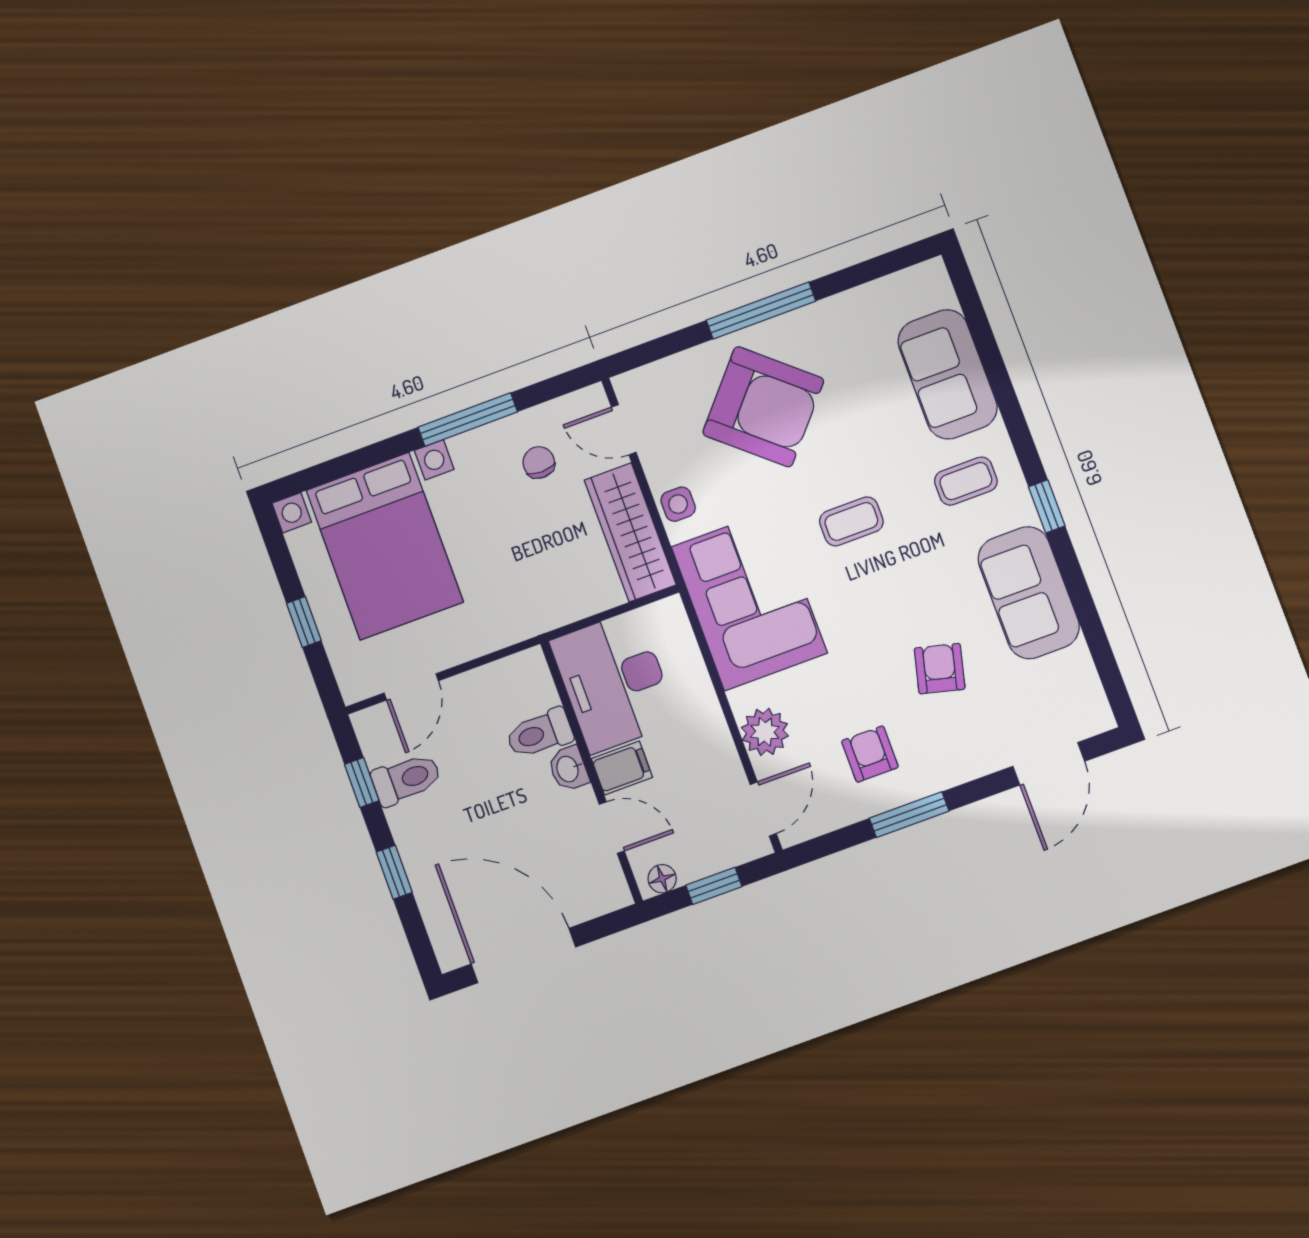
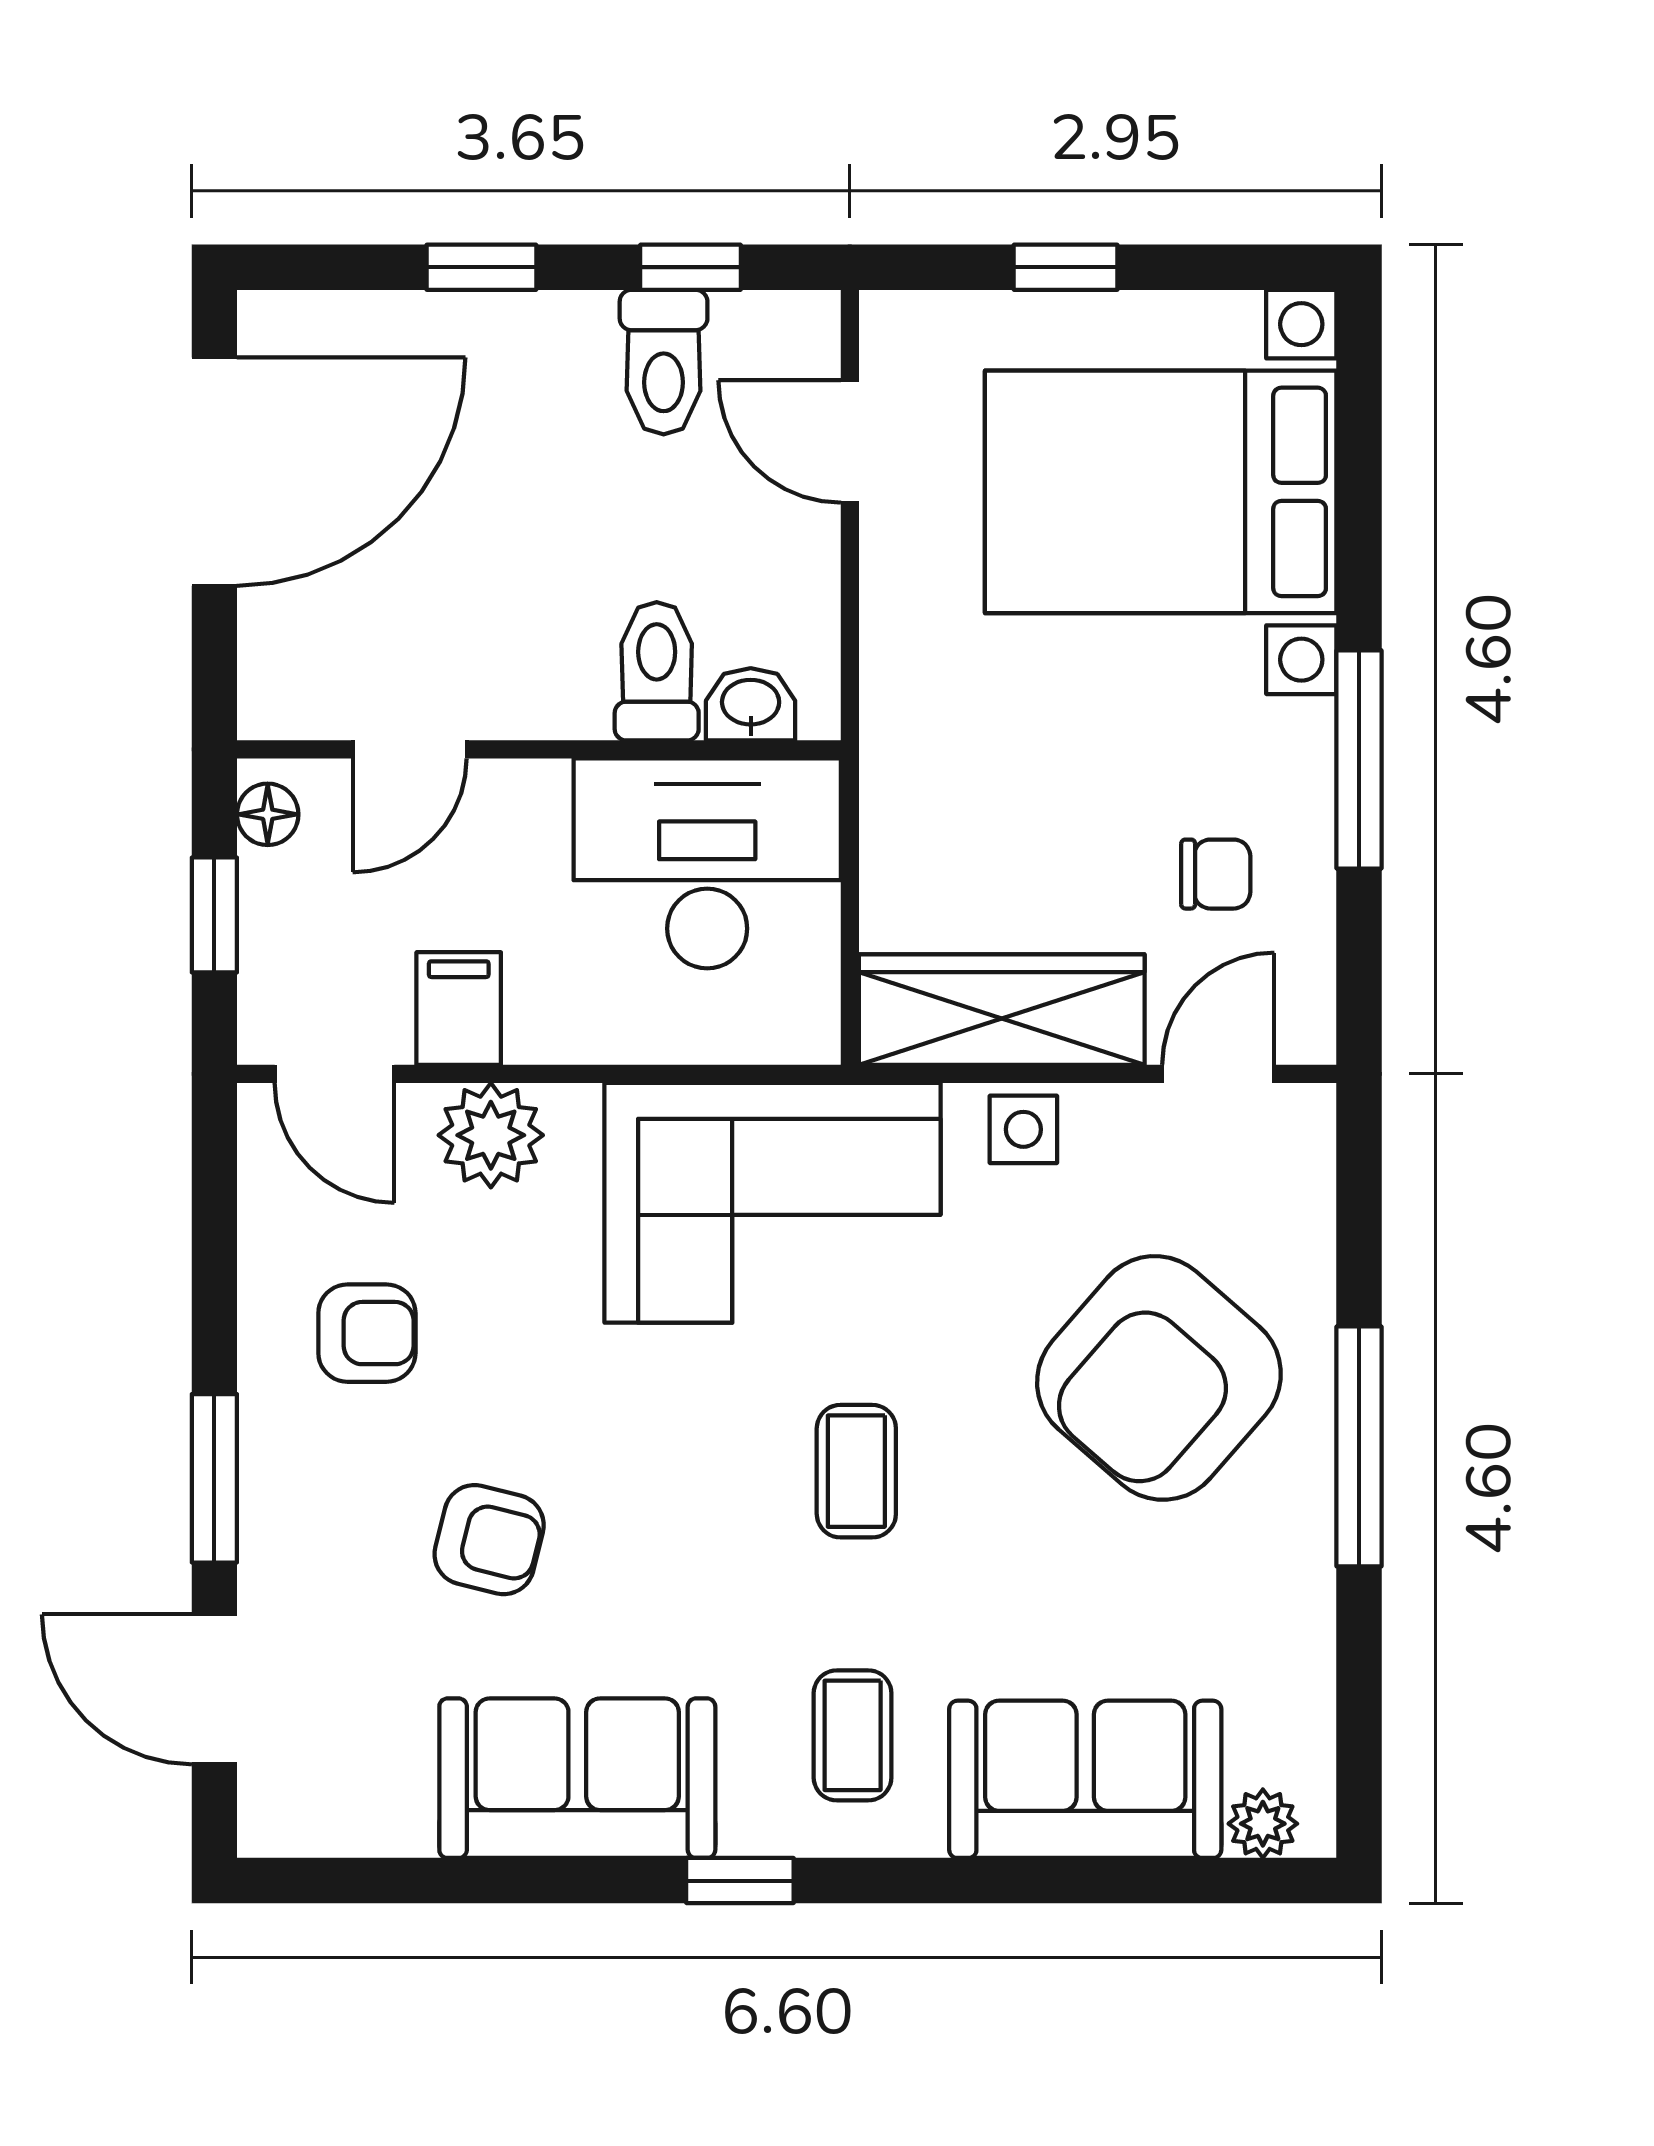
plant: (938, 291) -> (1263, 1824), added
filing cabinet: (622, 768) -> (459, 1009), moved, turned 180
washbasin: (568, 769) -> (751, 704), moved
window: (909, 815) -> (214, 1478), moved

